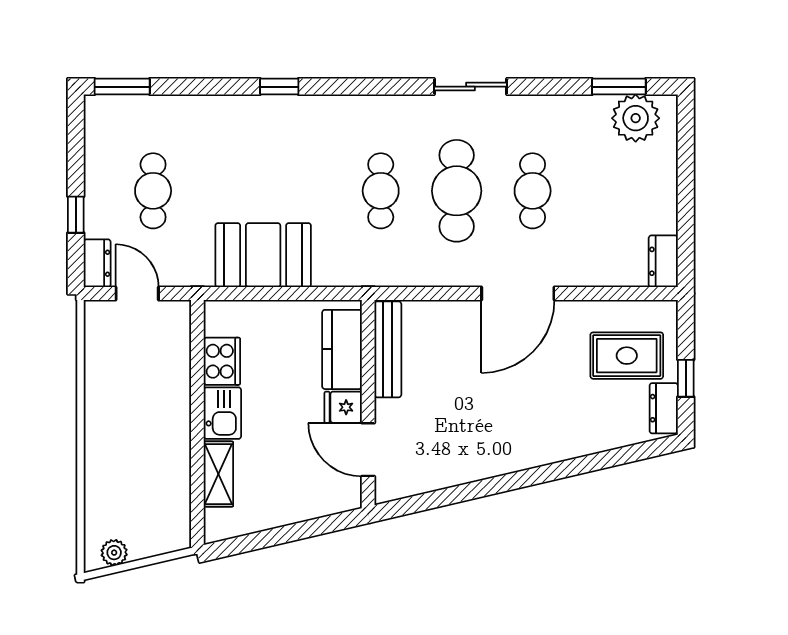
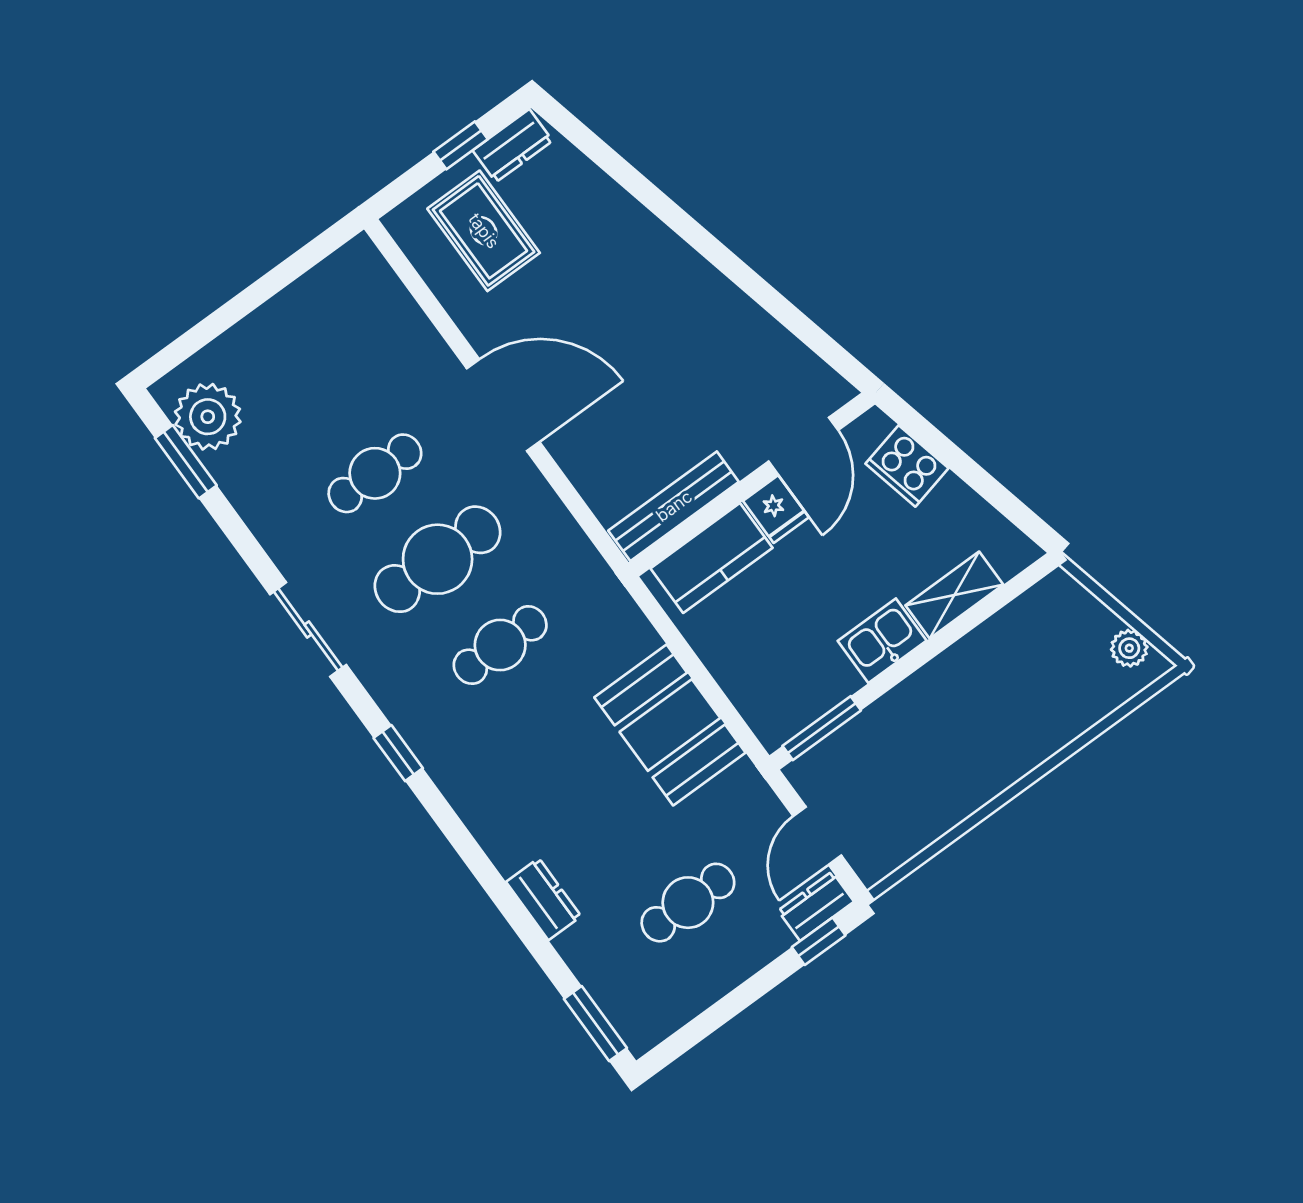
window: (279, 87) -> (398, 753), moved
window: (76, 215) -> (819, 941), moved
dresser: (663, 261) -> (544, 899), moved, turned -90
window: (197, 341) -> (822, 728), added
cooker: (222, 361) -> (907, 466), moved, turned -103

